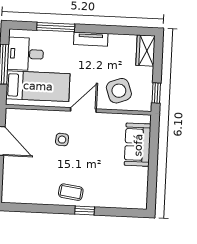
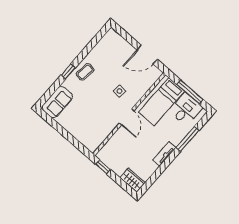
side table: (119, 91) -> (122, 146), removed
sofa: (138, 145) -> (57, 102), moved, turned 90

